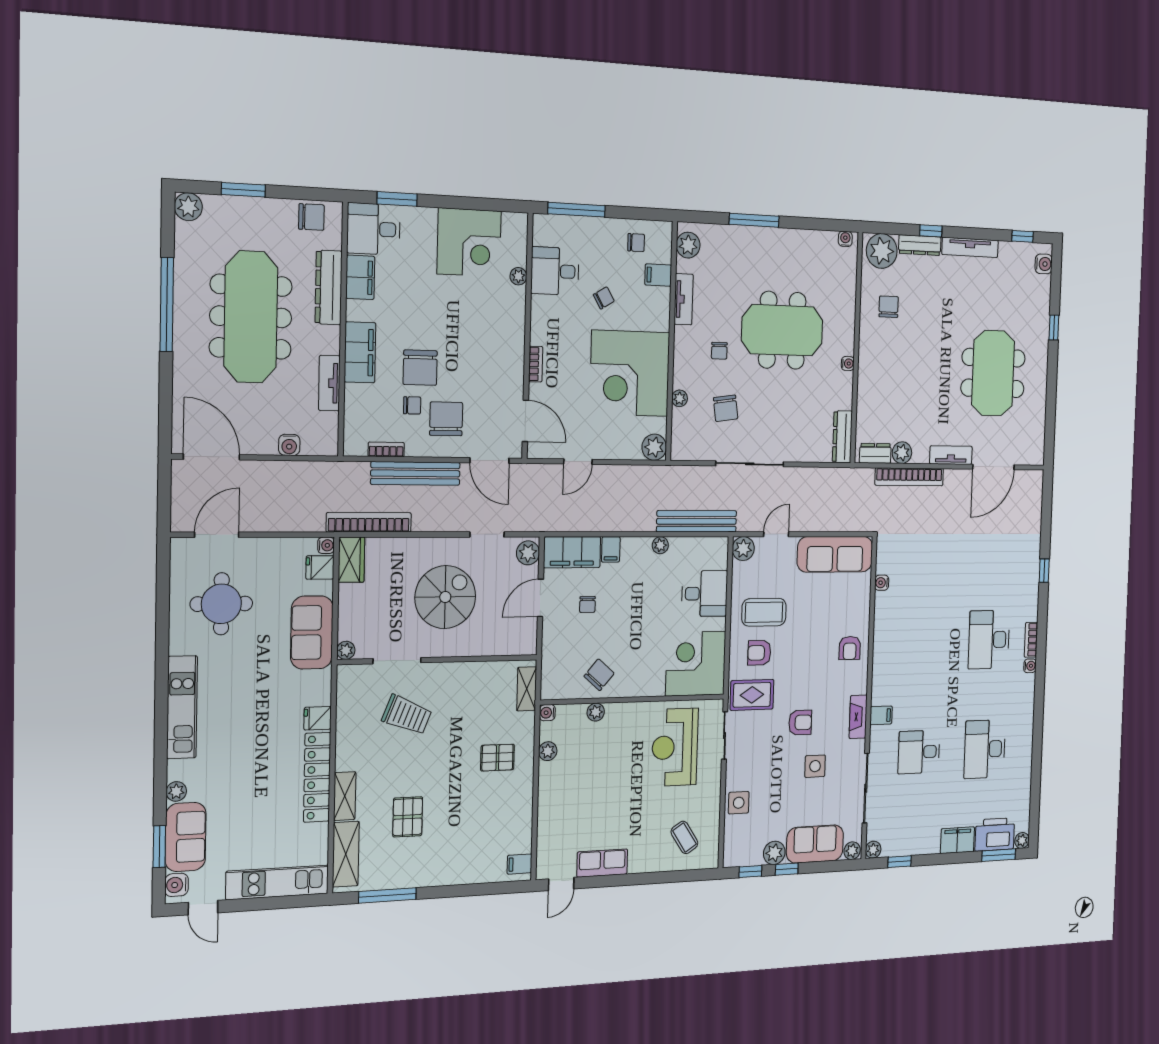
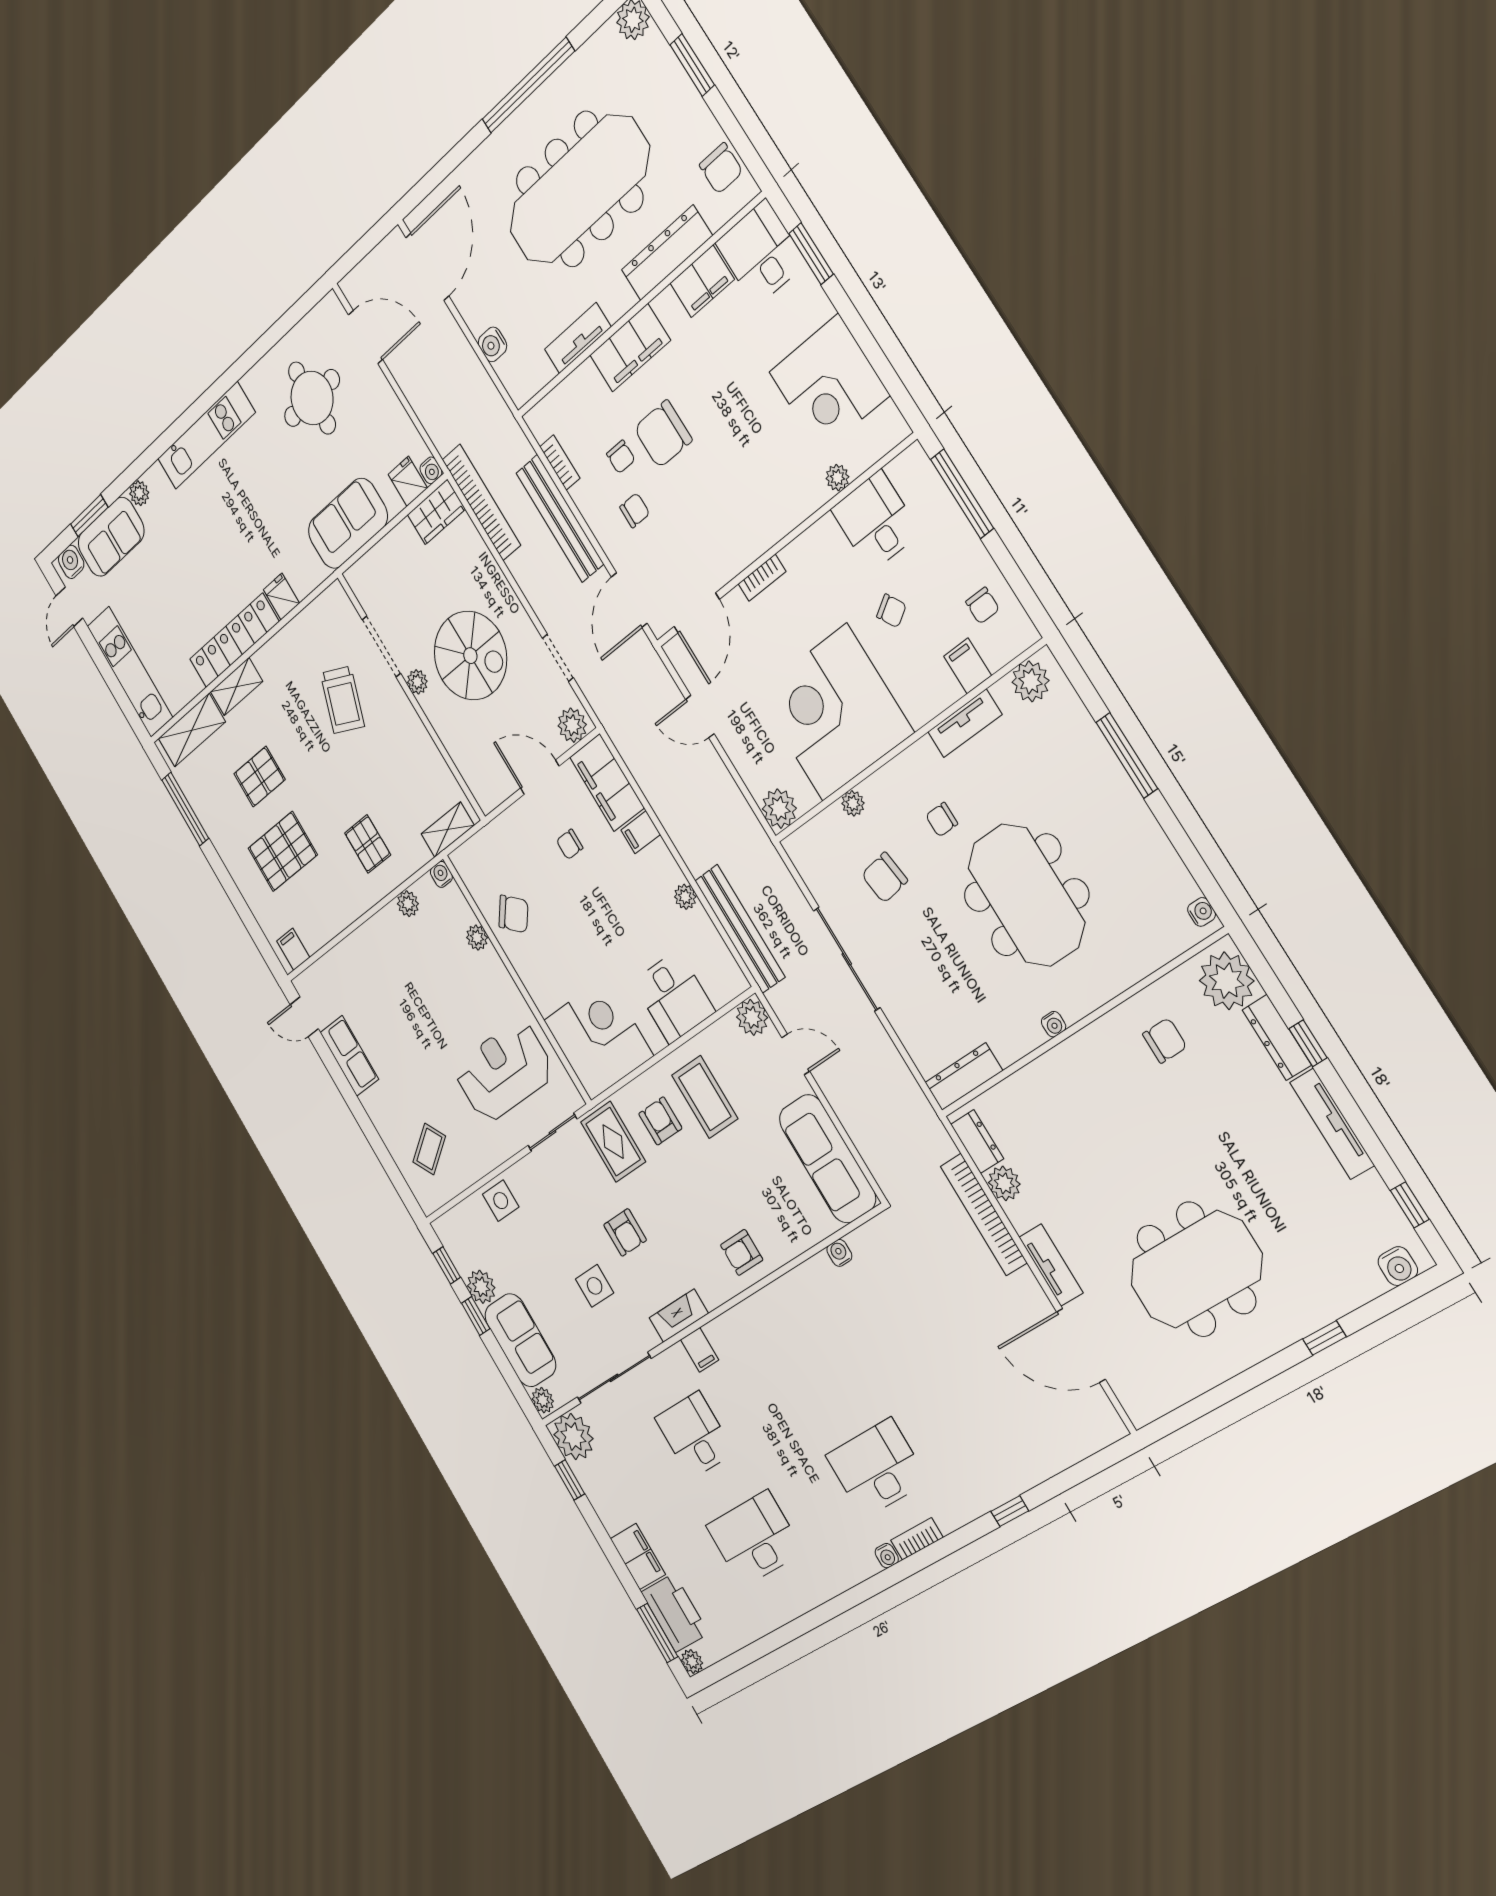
chair: (446, 419) -> (635, 510), width x0.54, depth x0.54
plant: (346, 650) -> (417, 682), moved
pallet: (461, 830) -> (283, 851), added
plant: (873, 850) -> (573, 1437), width x1.88, depth x1.88

